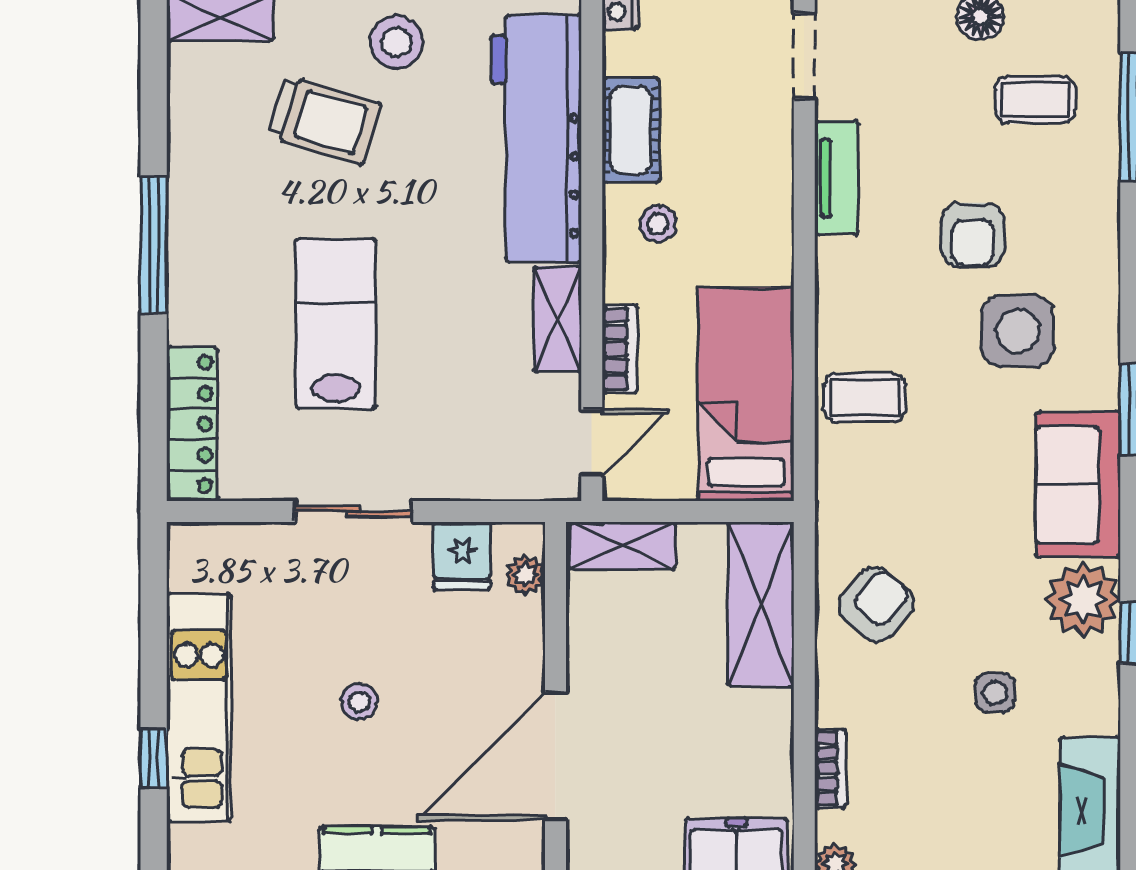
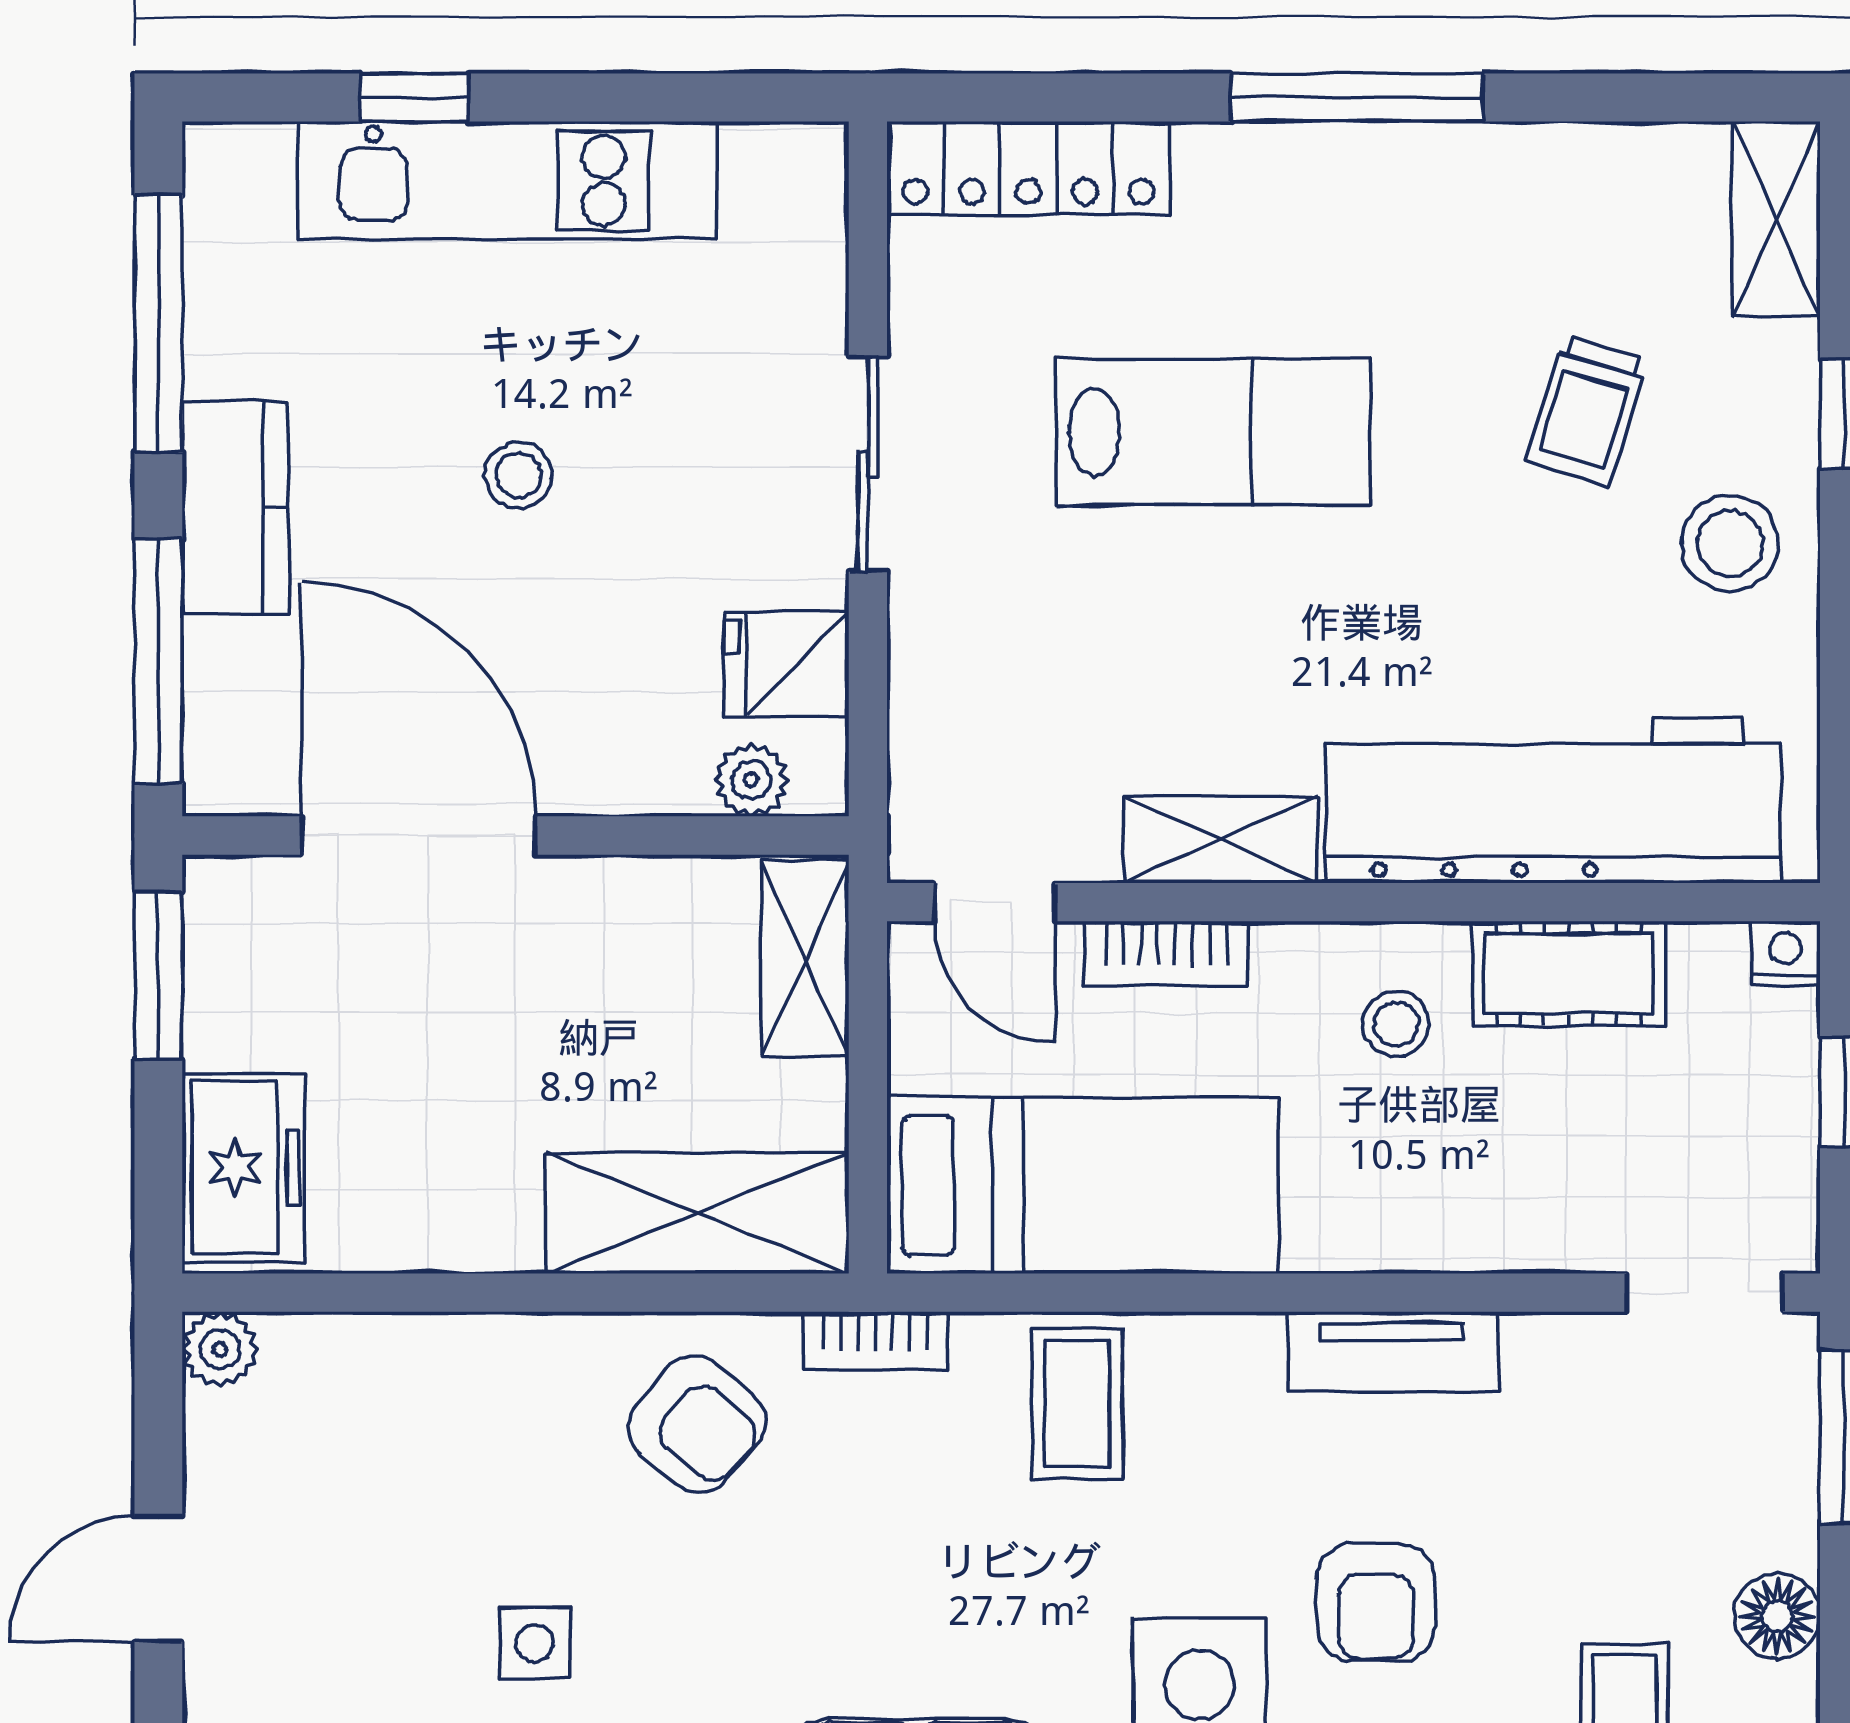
trolley: (324, 120) -> (1587, 411), width x0.73, depth x0.72
tv unit: (836, 178) -> (1393, 1352), moved
armchair: (973, 235) -> (1376, 1602), turned -90
bookcase: (830, 768) -> (875, 1341), moved

